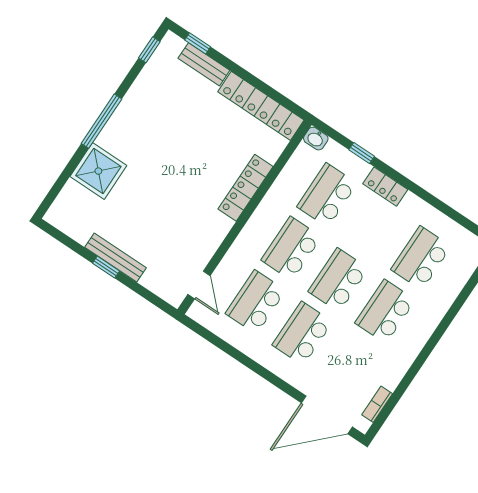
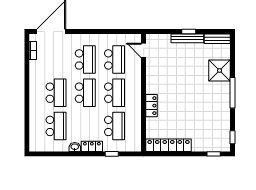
bench: (204, 64) -> (217, 39), moved
washbasin: (316, 139) -> (75, 147), moved
locker: (246, 188) -> (152, 106), width x0.66

